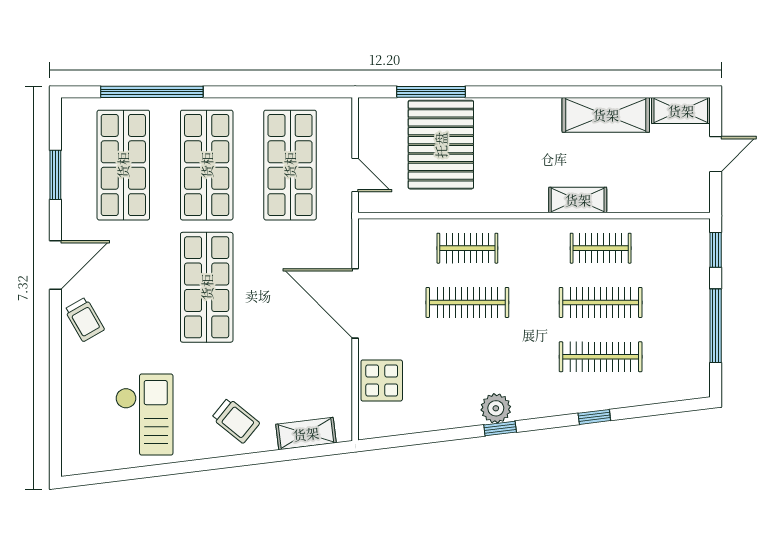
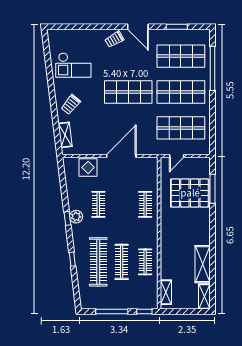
door: (716, 154) -> (186, 311), removed
shelving: (578, 200) -> (166, 292), moved
clothes rail: (467, 302) -> (98, 204), moved, width x0.73
clothes rail: (601, 357) -> (98, 262), width x1.37, depth x1.31

